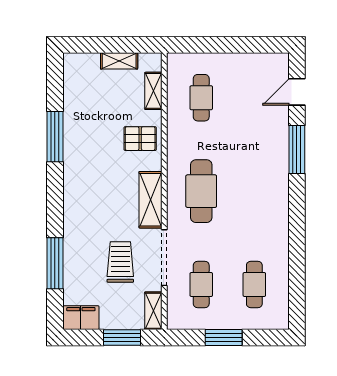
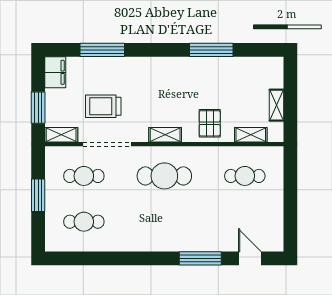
shelving: (150, 200) -> (165, 135), width x0.67, depth x0.75
trolley: (120, 262) -> (103, 106), turned 180

